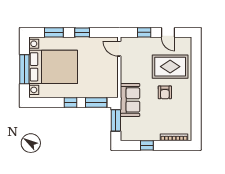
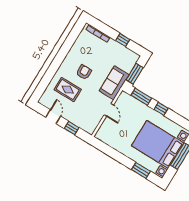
window: (82, 32) -> (119, 157), removed
door: (119, 49) -> (109, 110), moved
rug: (170, 67) -> (68, 90), width x0.73, depth x0.70

